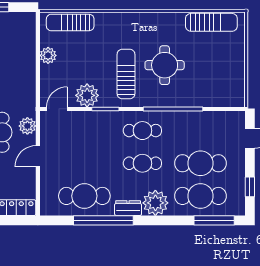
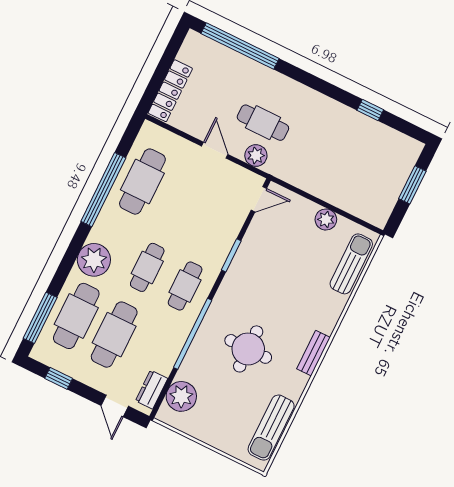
bench: (145, 18) -> (313, 353), added
sun lounger: (126, 74) -> (260, 299), removed
plant: (87, 95) -> (181, 396), moved
door: (57, 109) -> (259, 199), hinge flipped
dresser: (128, 208) -> (152, 390), moved, turned 180

